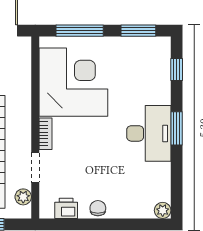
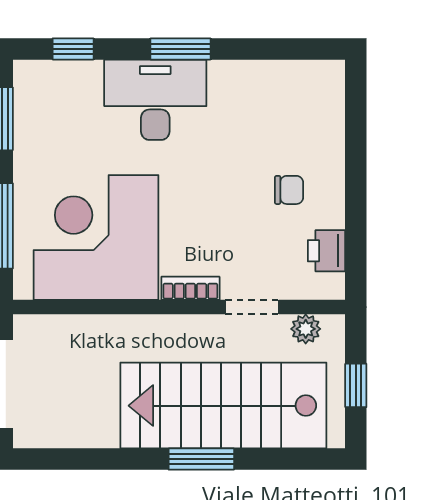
desk: (149, 133) -> (155, 100), moved
chair: (98, 208) -> (289, 190), moved, turned 180
plant: (163, 210) -> (330, 74), removed

